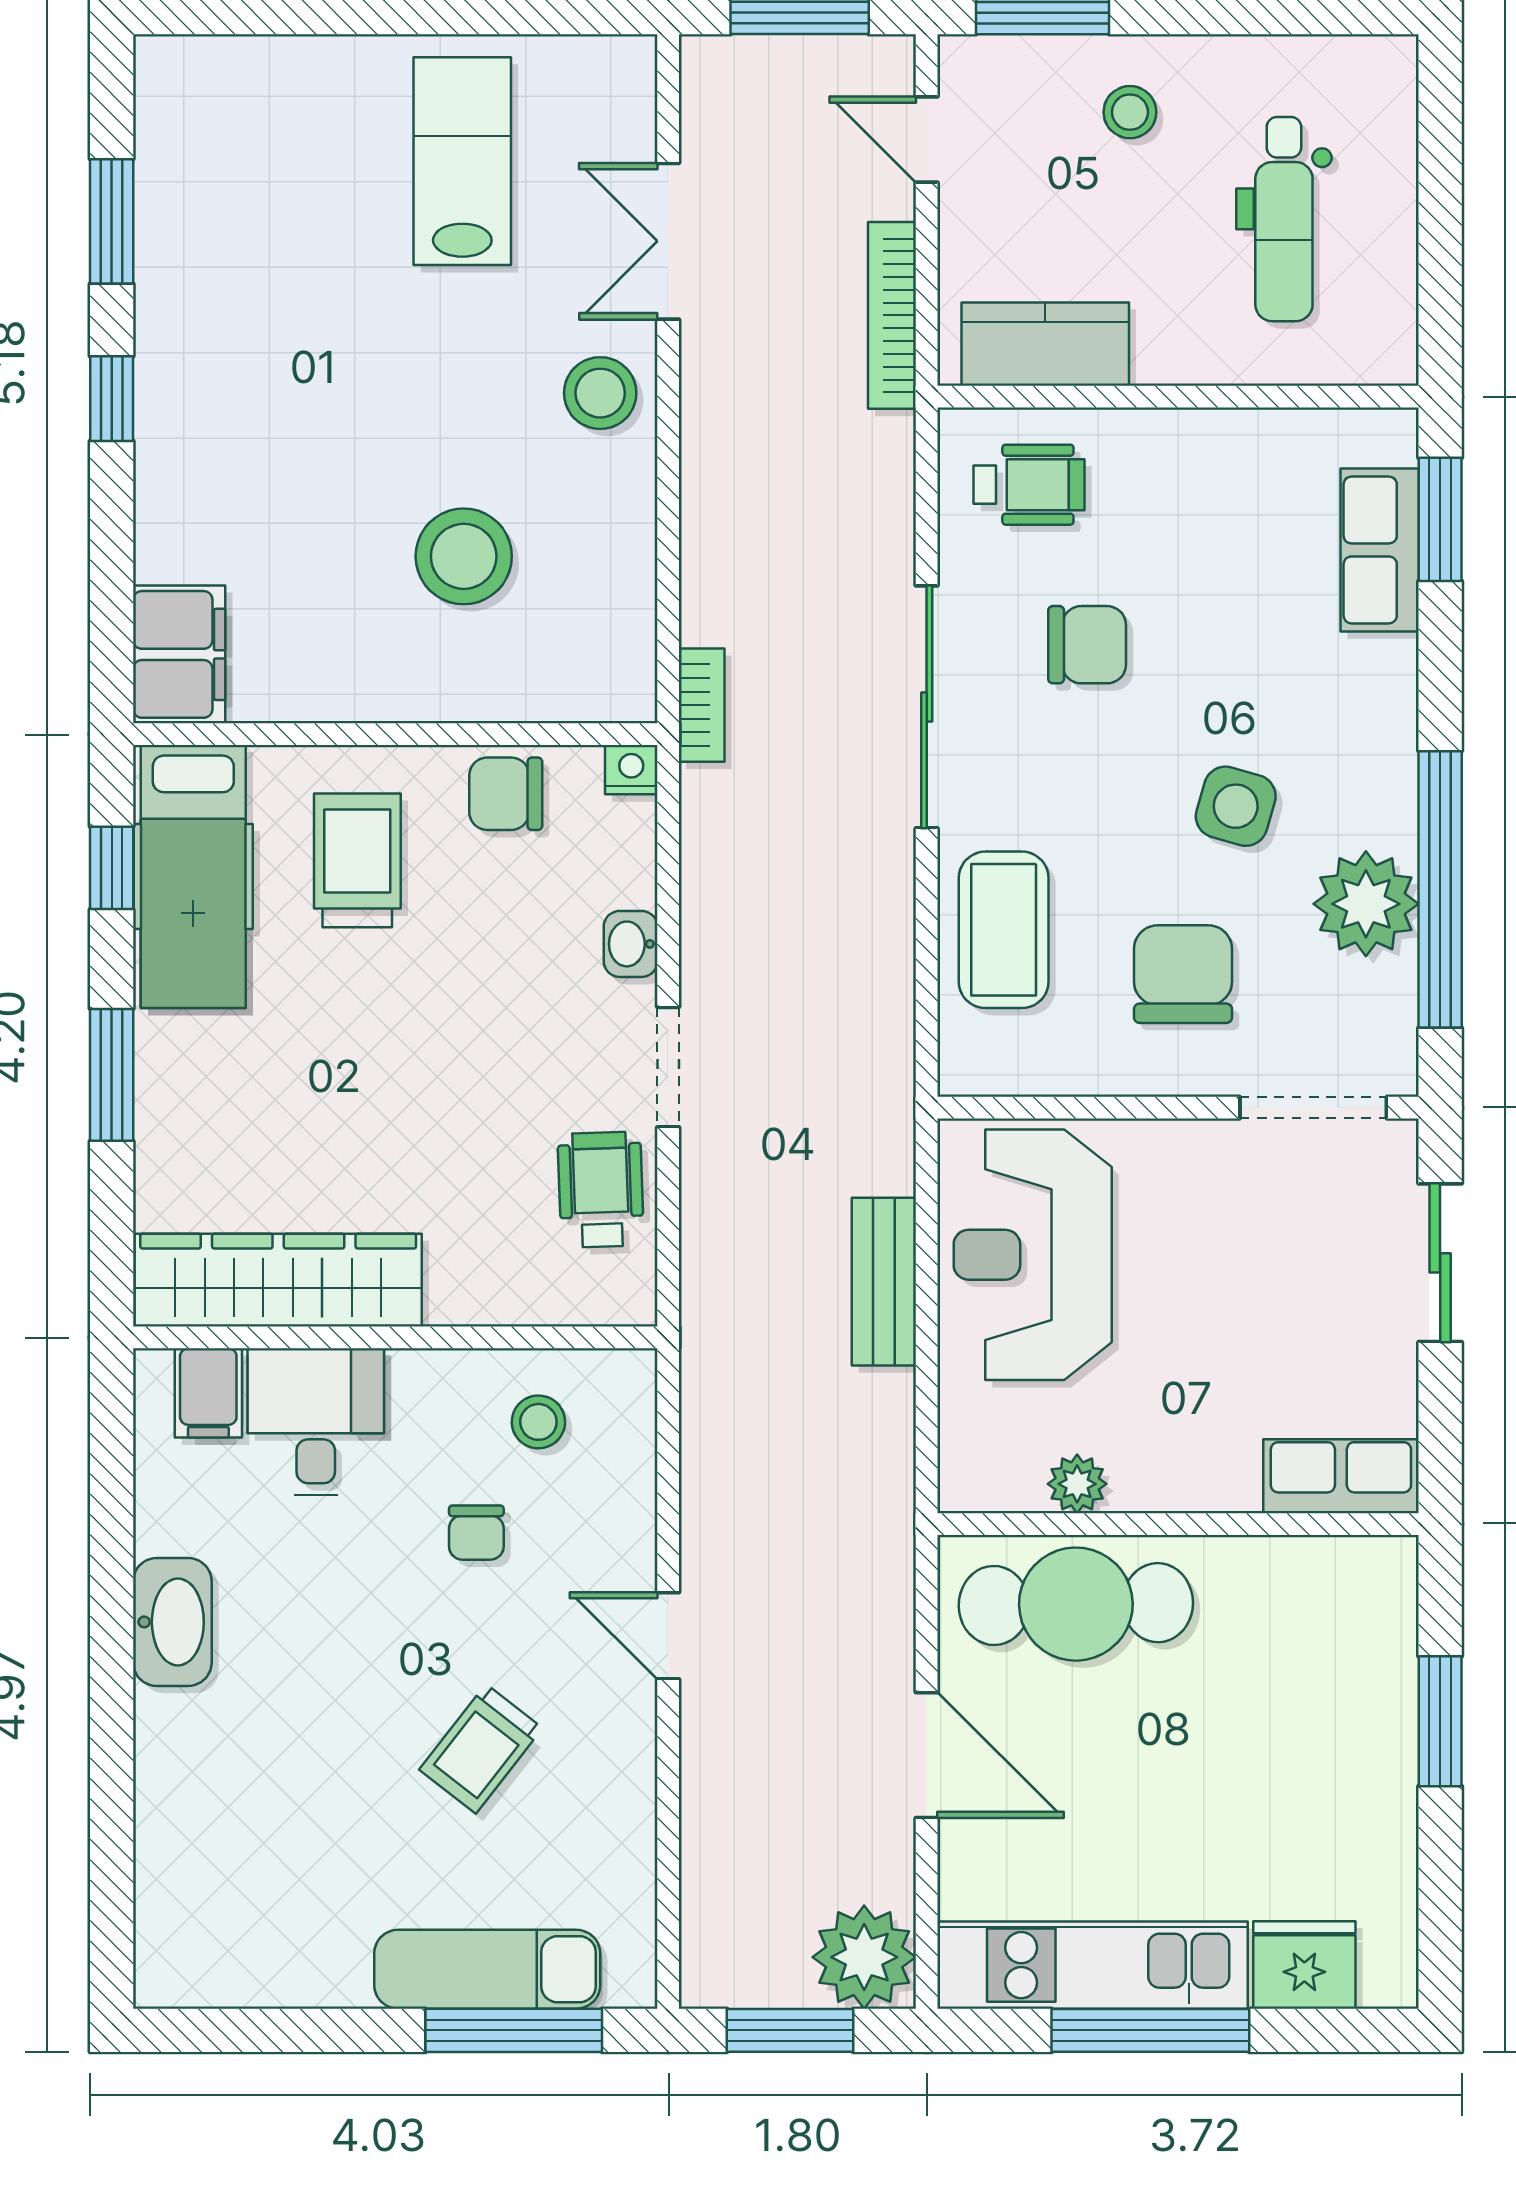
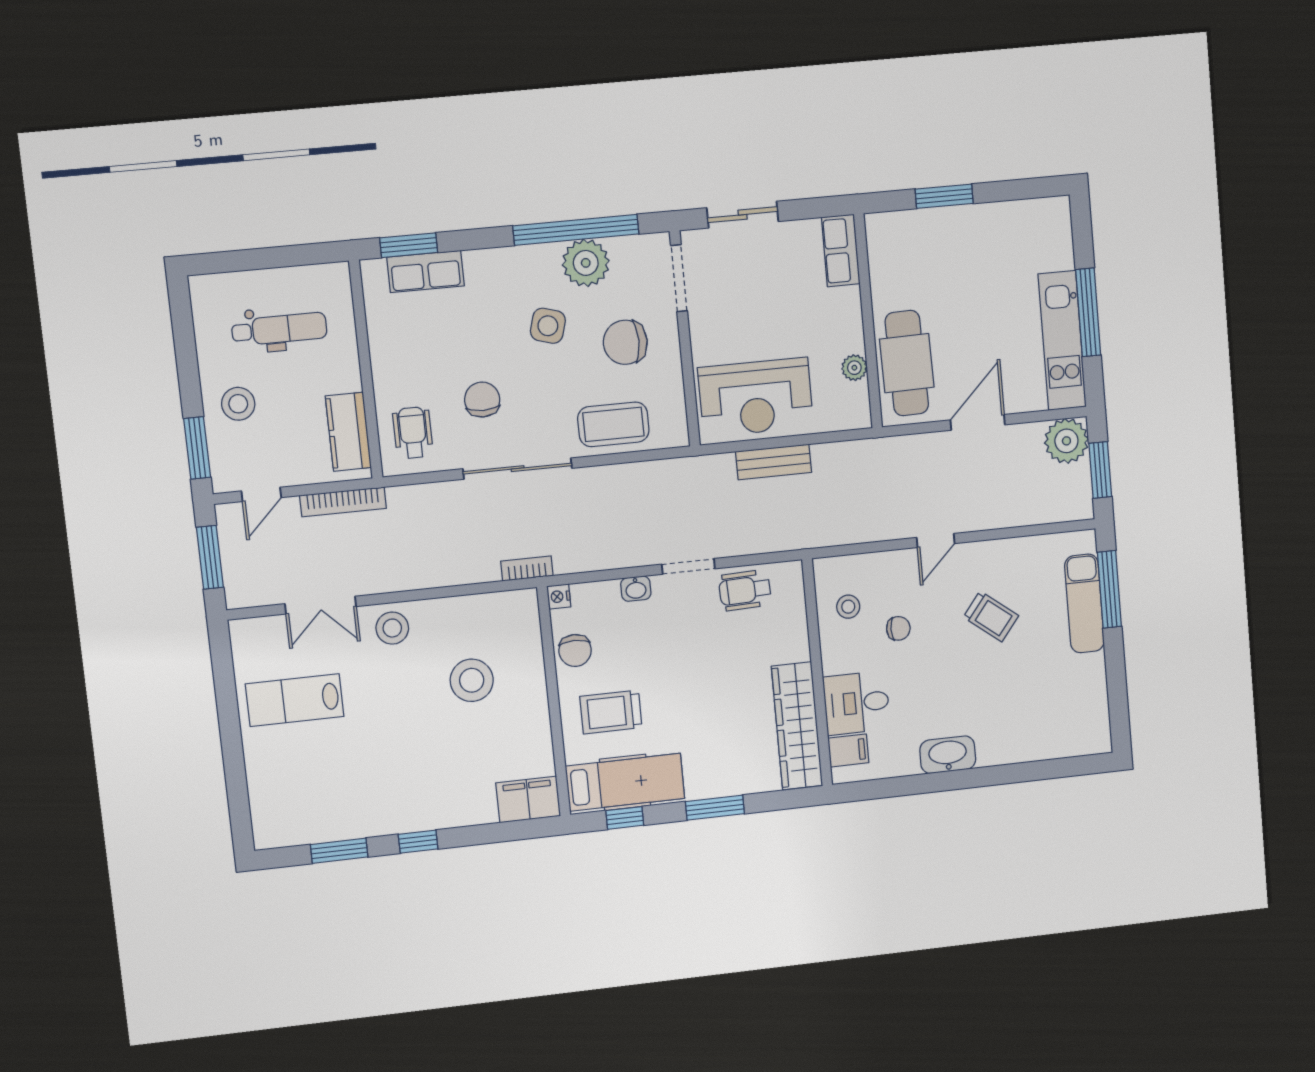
stool: (1130, 112) -> (238, 404), width x1.37, depth x1.37
fridge: (1304, 1965) -> (1055, 247), removed

